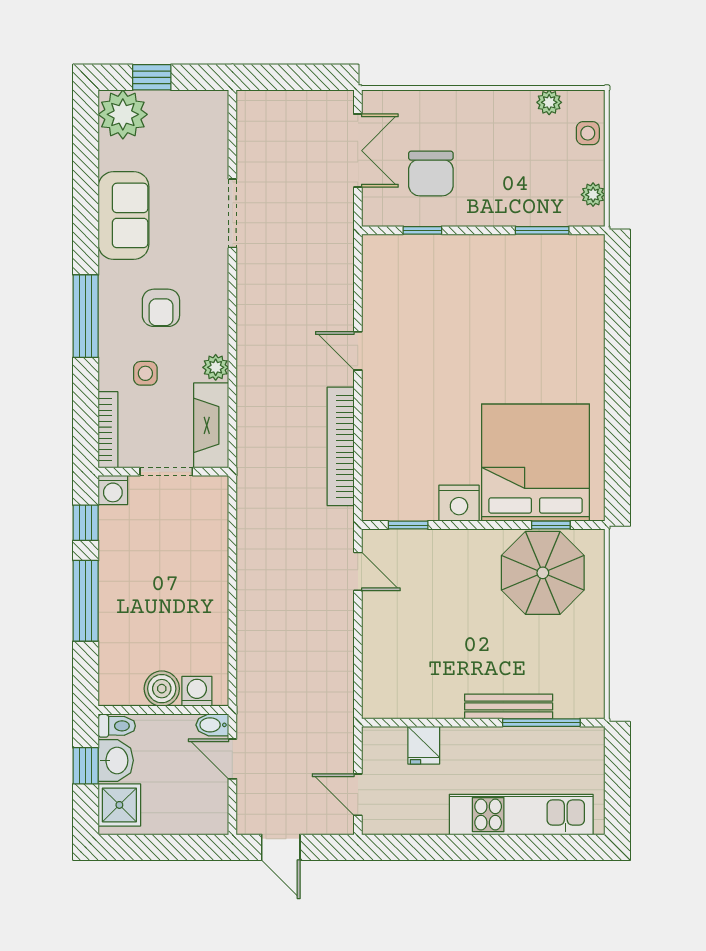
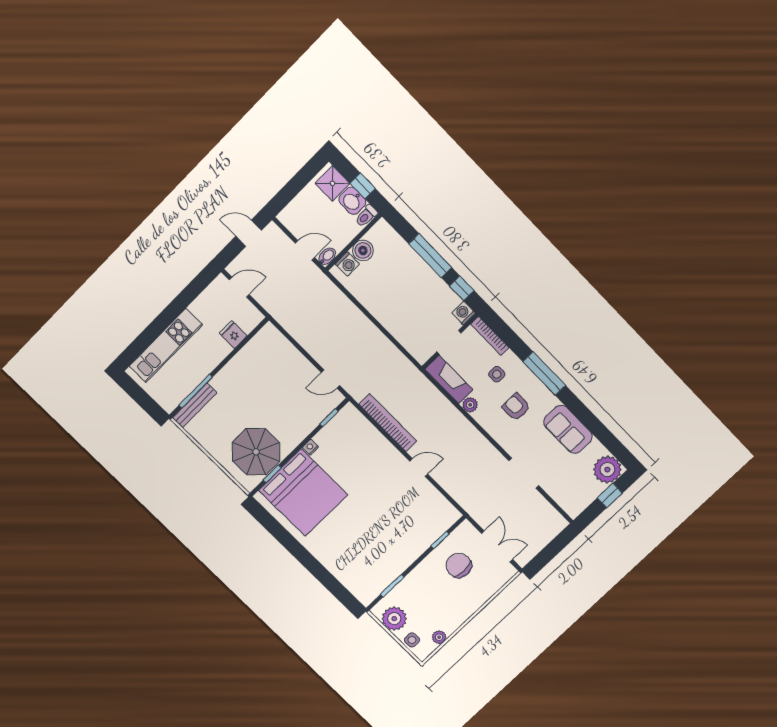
double door: (358, 151) -> (497, 546), swing flipped
plant: (593, 195) -> (394, 619), width x1.88, depth x1.88
nightstand: (459, 503) -> (310, 447), width x0.53, depth x0.56
bench: (509, 706) -> (195, 405), moved

